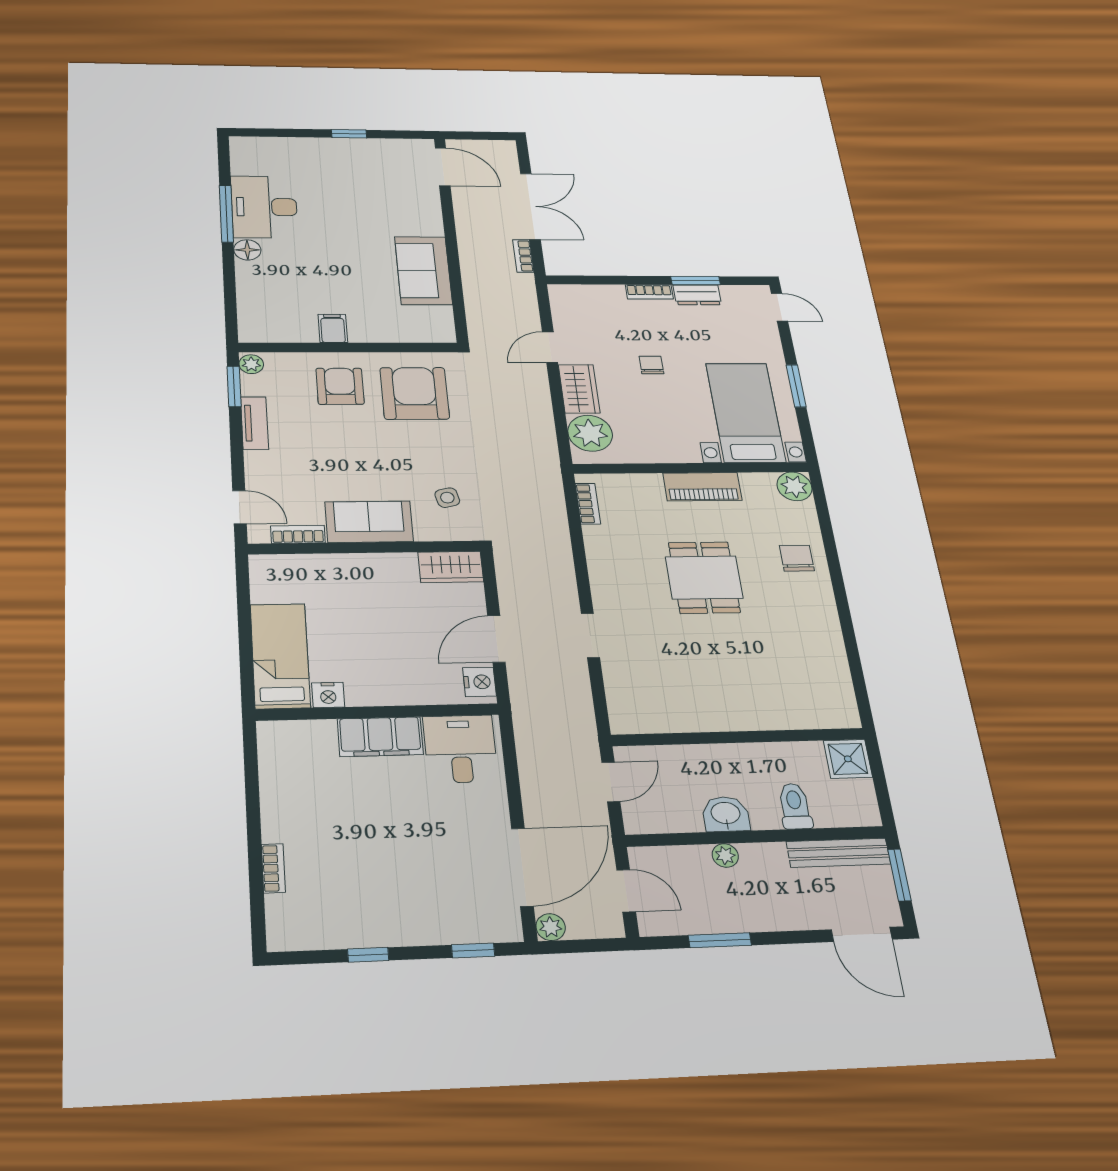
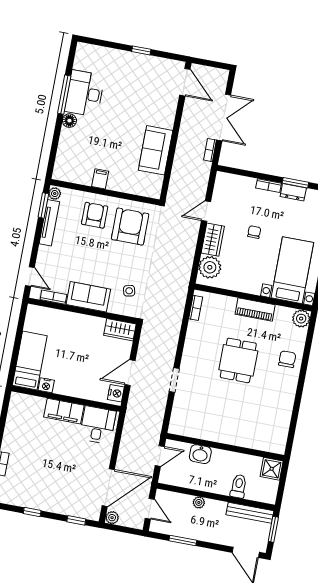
tv unit: (254, 423) -> (49, 223), width x1.41
washbasin: (726, 814) -> (200, 454), moved, turned 180

